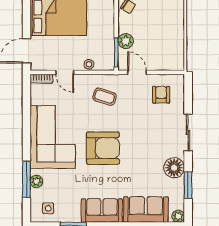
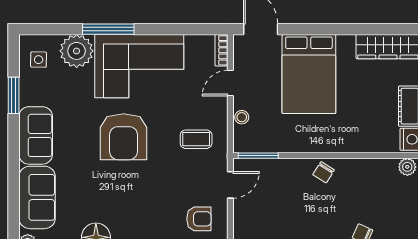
plant: (126, 41) -> (274, 169), removed
coffee table: (105, 97) -> (196, 139), turned 72
window: (27, 179) -> (108, 29), moved
plant: (37, 181) -> (77, 51), width x1.88, depth x1.88

